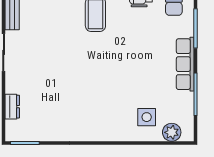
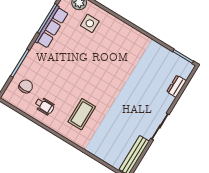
row of seats: (185, 64) -> (52, 27), moved

